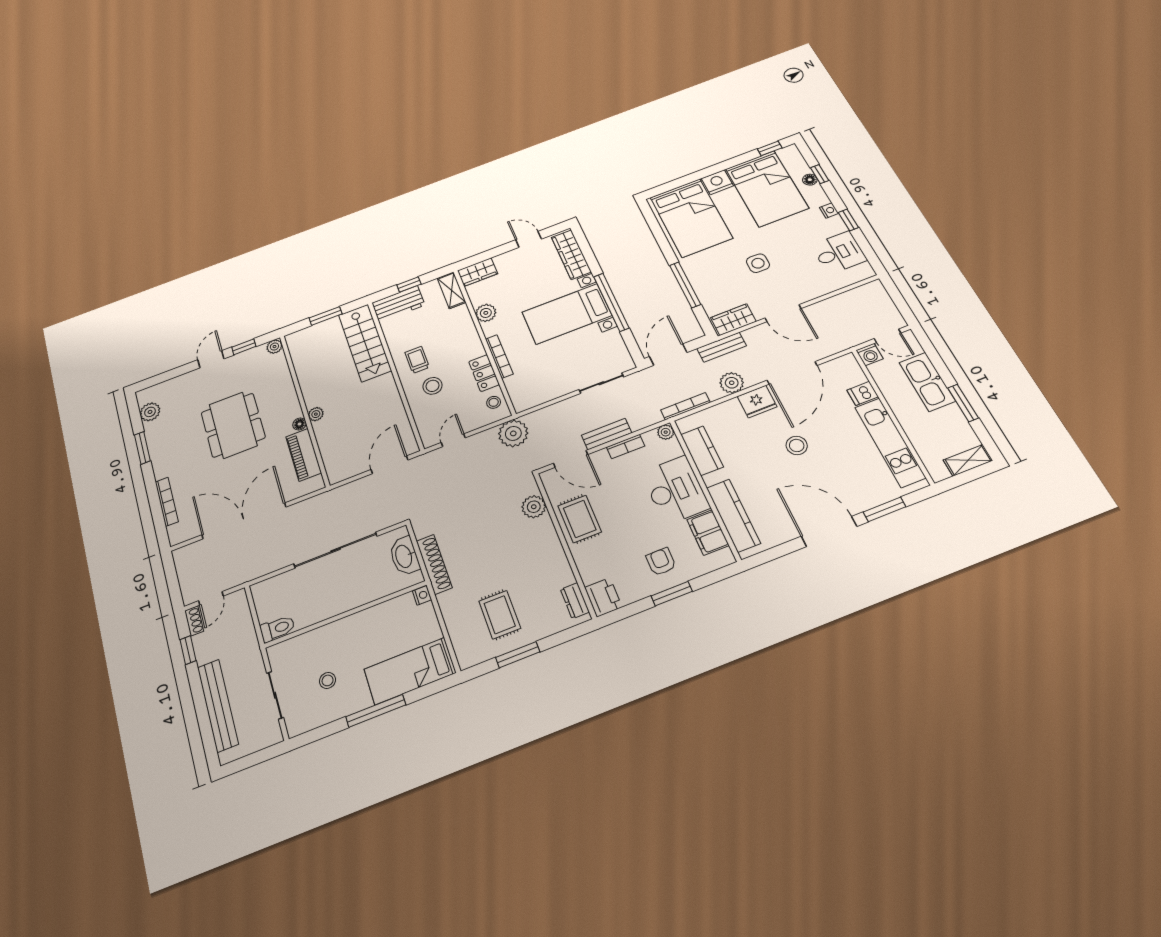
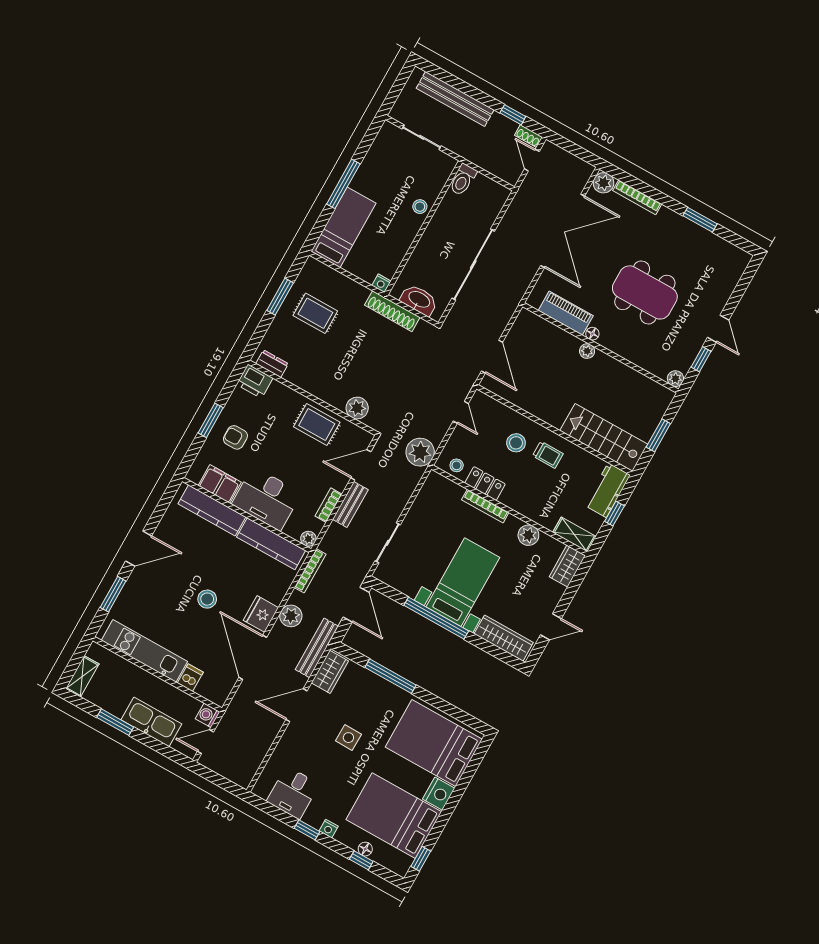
bench: (722, 347) -> (317, 648), width x1.36
plant: (150, 412) -> (604, 183), moved
kitchen counter: (702, 451) -> (271, 544), width x1.50
door: (829, 531) -> (139, 549), width x0.73
armchair: (661, 562) -> (235, 437), turned 180
stool: (328, 680) -> (420, 207), moved

